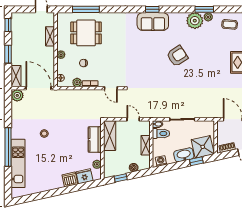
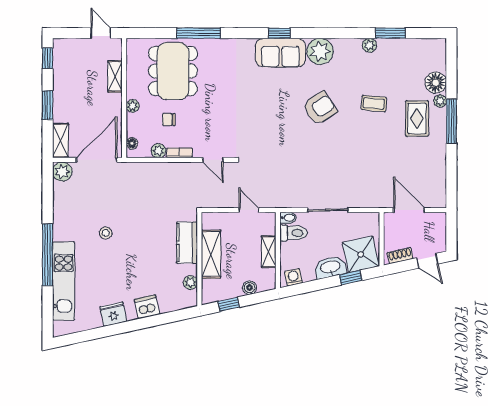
window: (86, 9) -> (199, 33), moved
window: (204, 9) -> (390, 33), moved
plant: (195, 21) -> (320, 51), moved
coffee table: (230, 24) -> (374, 103), moved
dining table: (86, 33) -> (173, 71), width x1.38
door: (39, 88) -> (97, 160), hinge flipped
shelving: (110, 136) -> (211, 254), moved
fridge: (84, 176) -> (113, 314), moved

